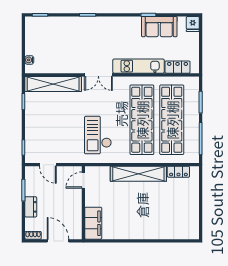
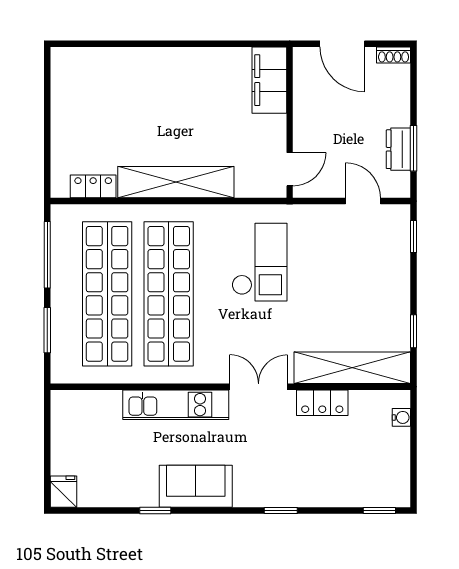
sofa: (159, 27) -> (196, 486), moved
locker: (178, 67) -> (322, 403), moved
dresser: (31, 207) -> (398, 149), moved

